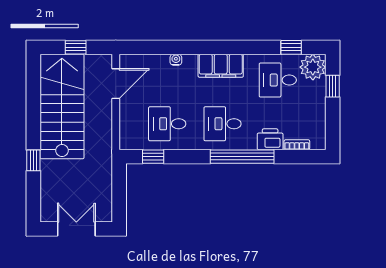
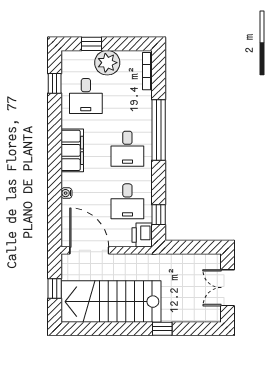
plant: (313, 67) -> (107, 63), moved
door: (116, 84) -> (89, 250), width x1.36
printer: (270, 139) -> (142, 235), moved
bookcase: (297, 145) -> (147, 71), width x1.56

